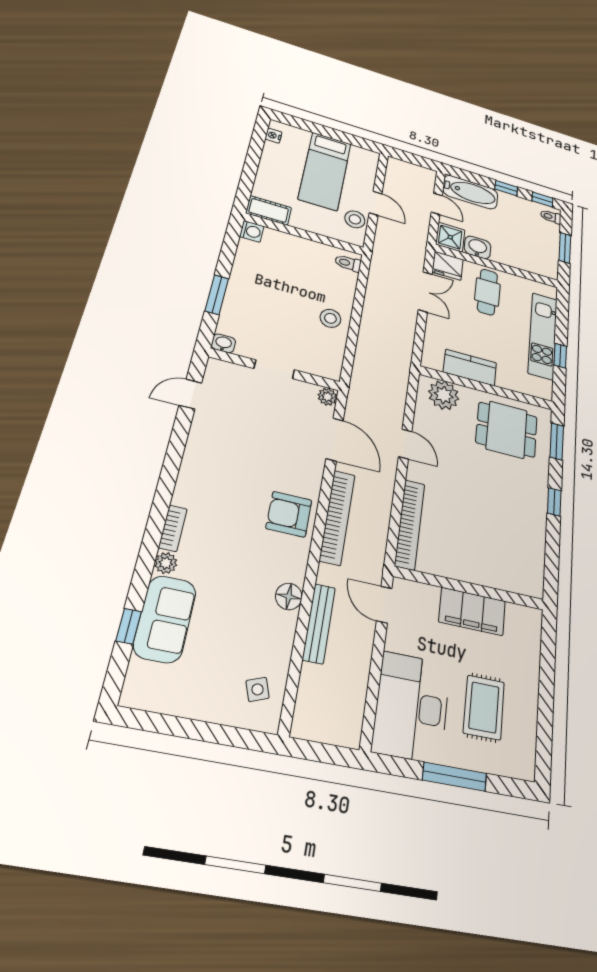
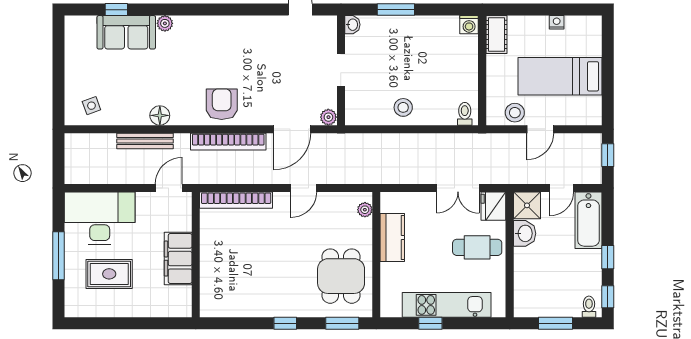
nightstand: (273, 136) -> (557, 22), moved
window: (410, 158) -> (608, 155), added
plant: (444, 395) -> (365, 210), width x0.53, depth x0.53
bookcase: (173, 528) -> (191, 22), removed

